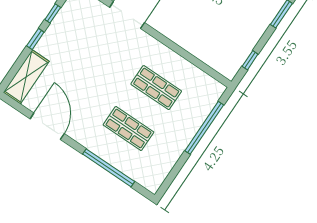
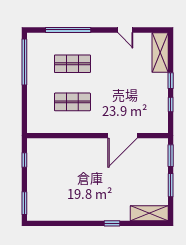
door: (47, 126) -> (125, 30), width x0.53
window: (204, 128) -> (24, 62), moved

